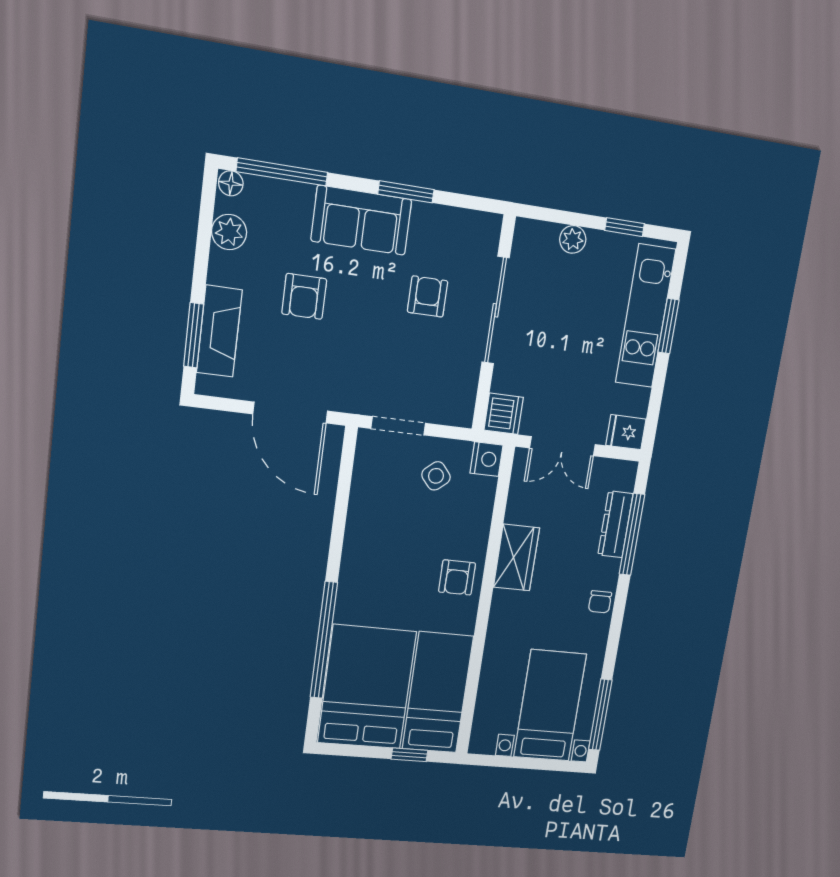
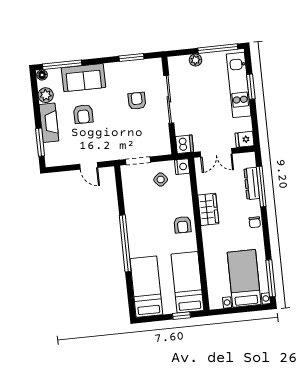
window: (406, 192) -> (131, 58), moved
sofa: (361, 220) -> (84, 78), moved
window: (625, 227) -> (218, 49), width x2.17
fireplace: (219, 331) -> (49, 123), moved
door: (290, 413) -> (89, 166), width x0.53
window: (324, 640) -> (125, 243), moved
bed: (367, 687) -> (146, 287), width x0.67

